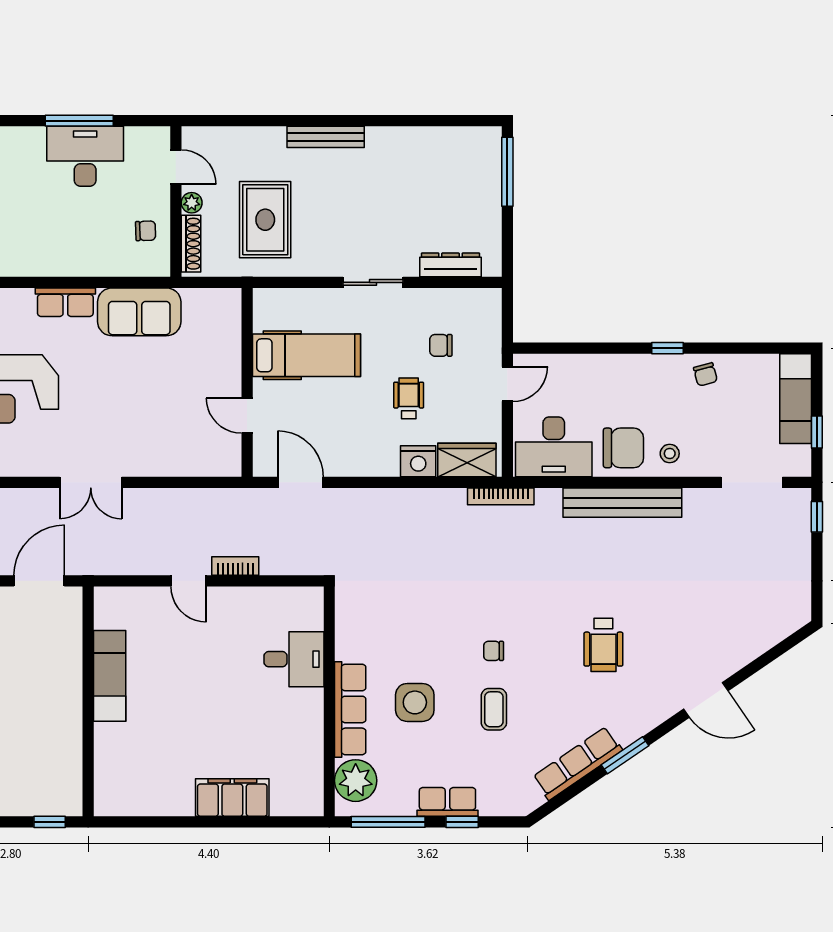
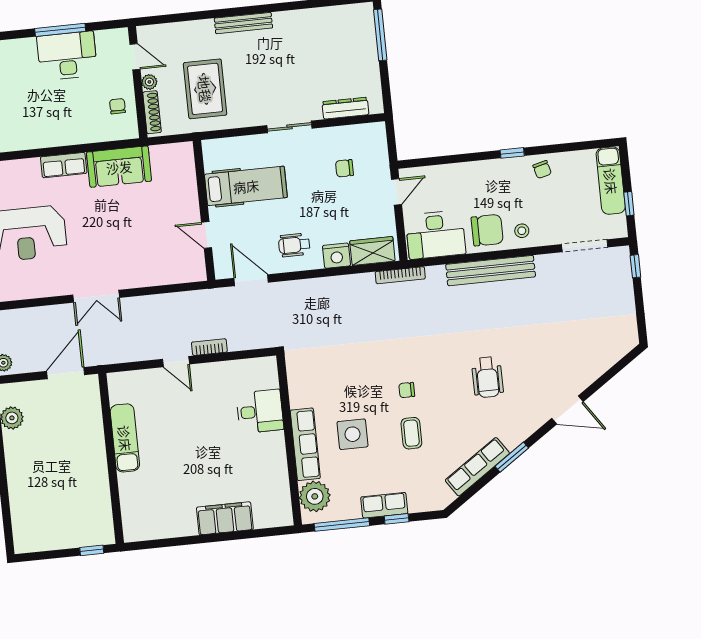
chair: (146, 231) -> (117, 106), turned -88
wheelchair: (409, 398) -> (294, 245), moved, turned -90

